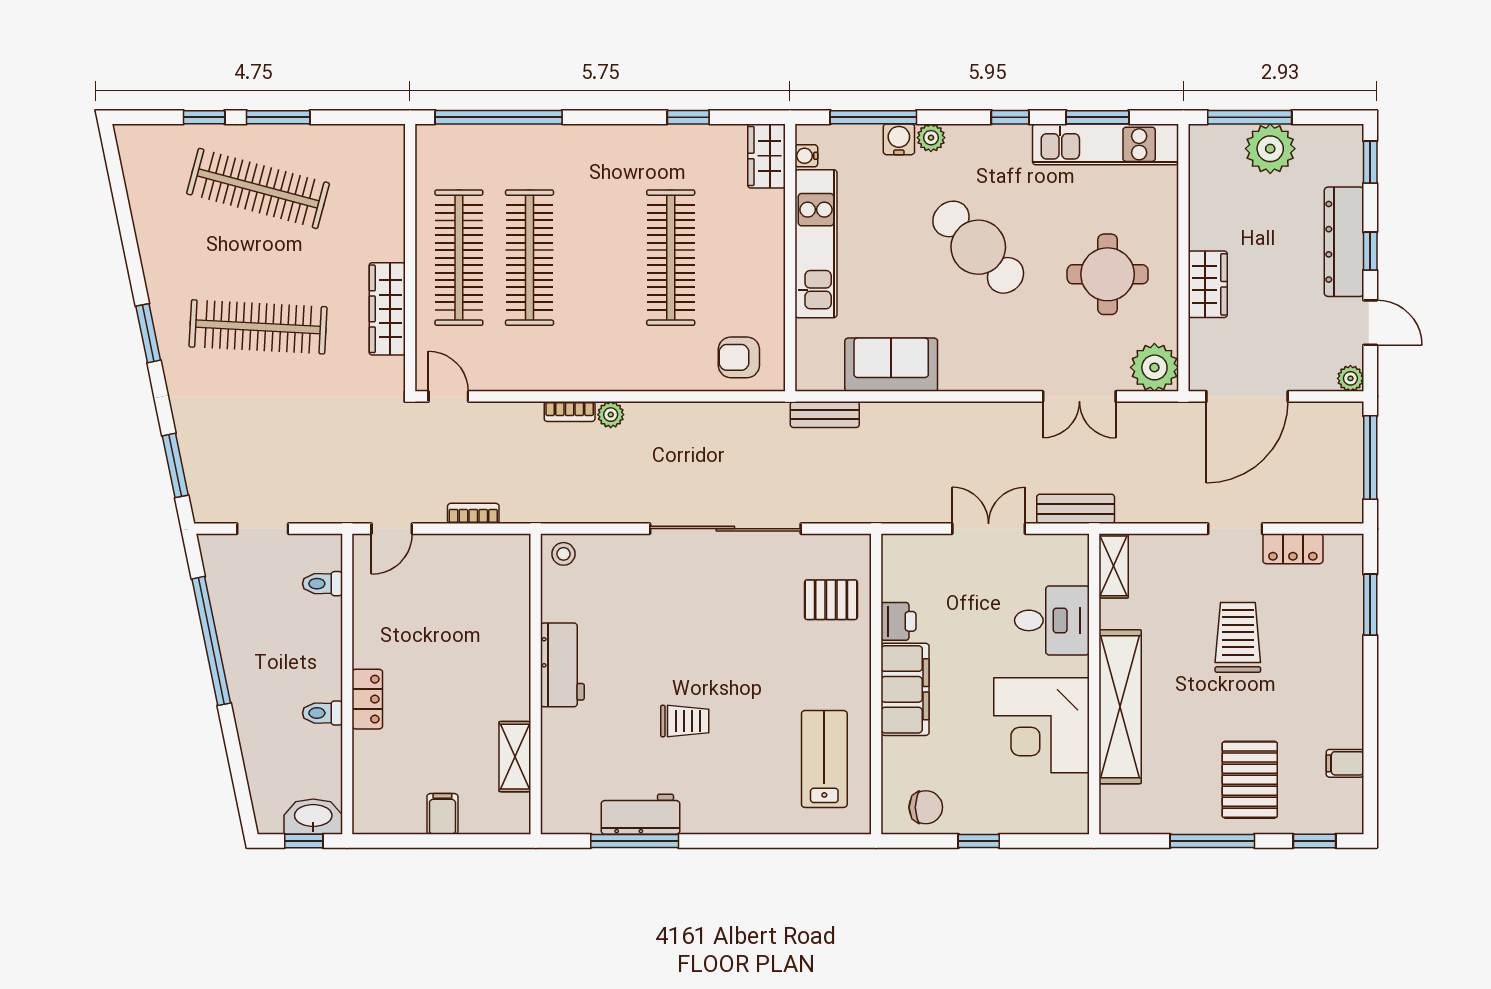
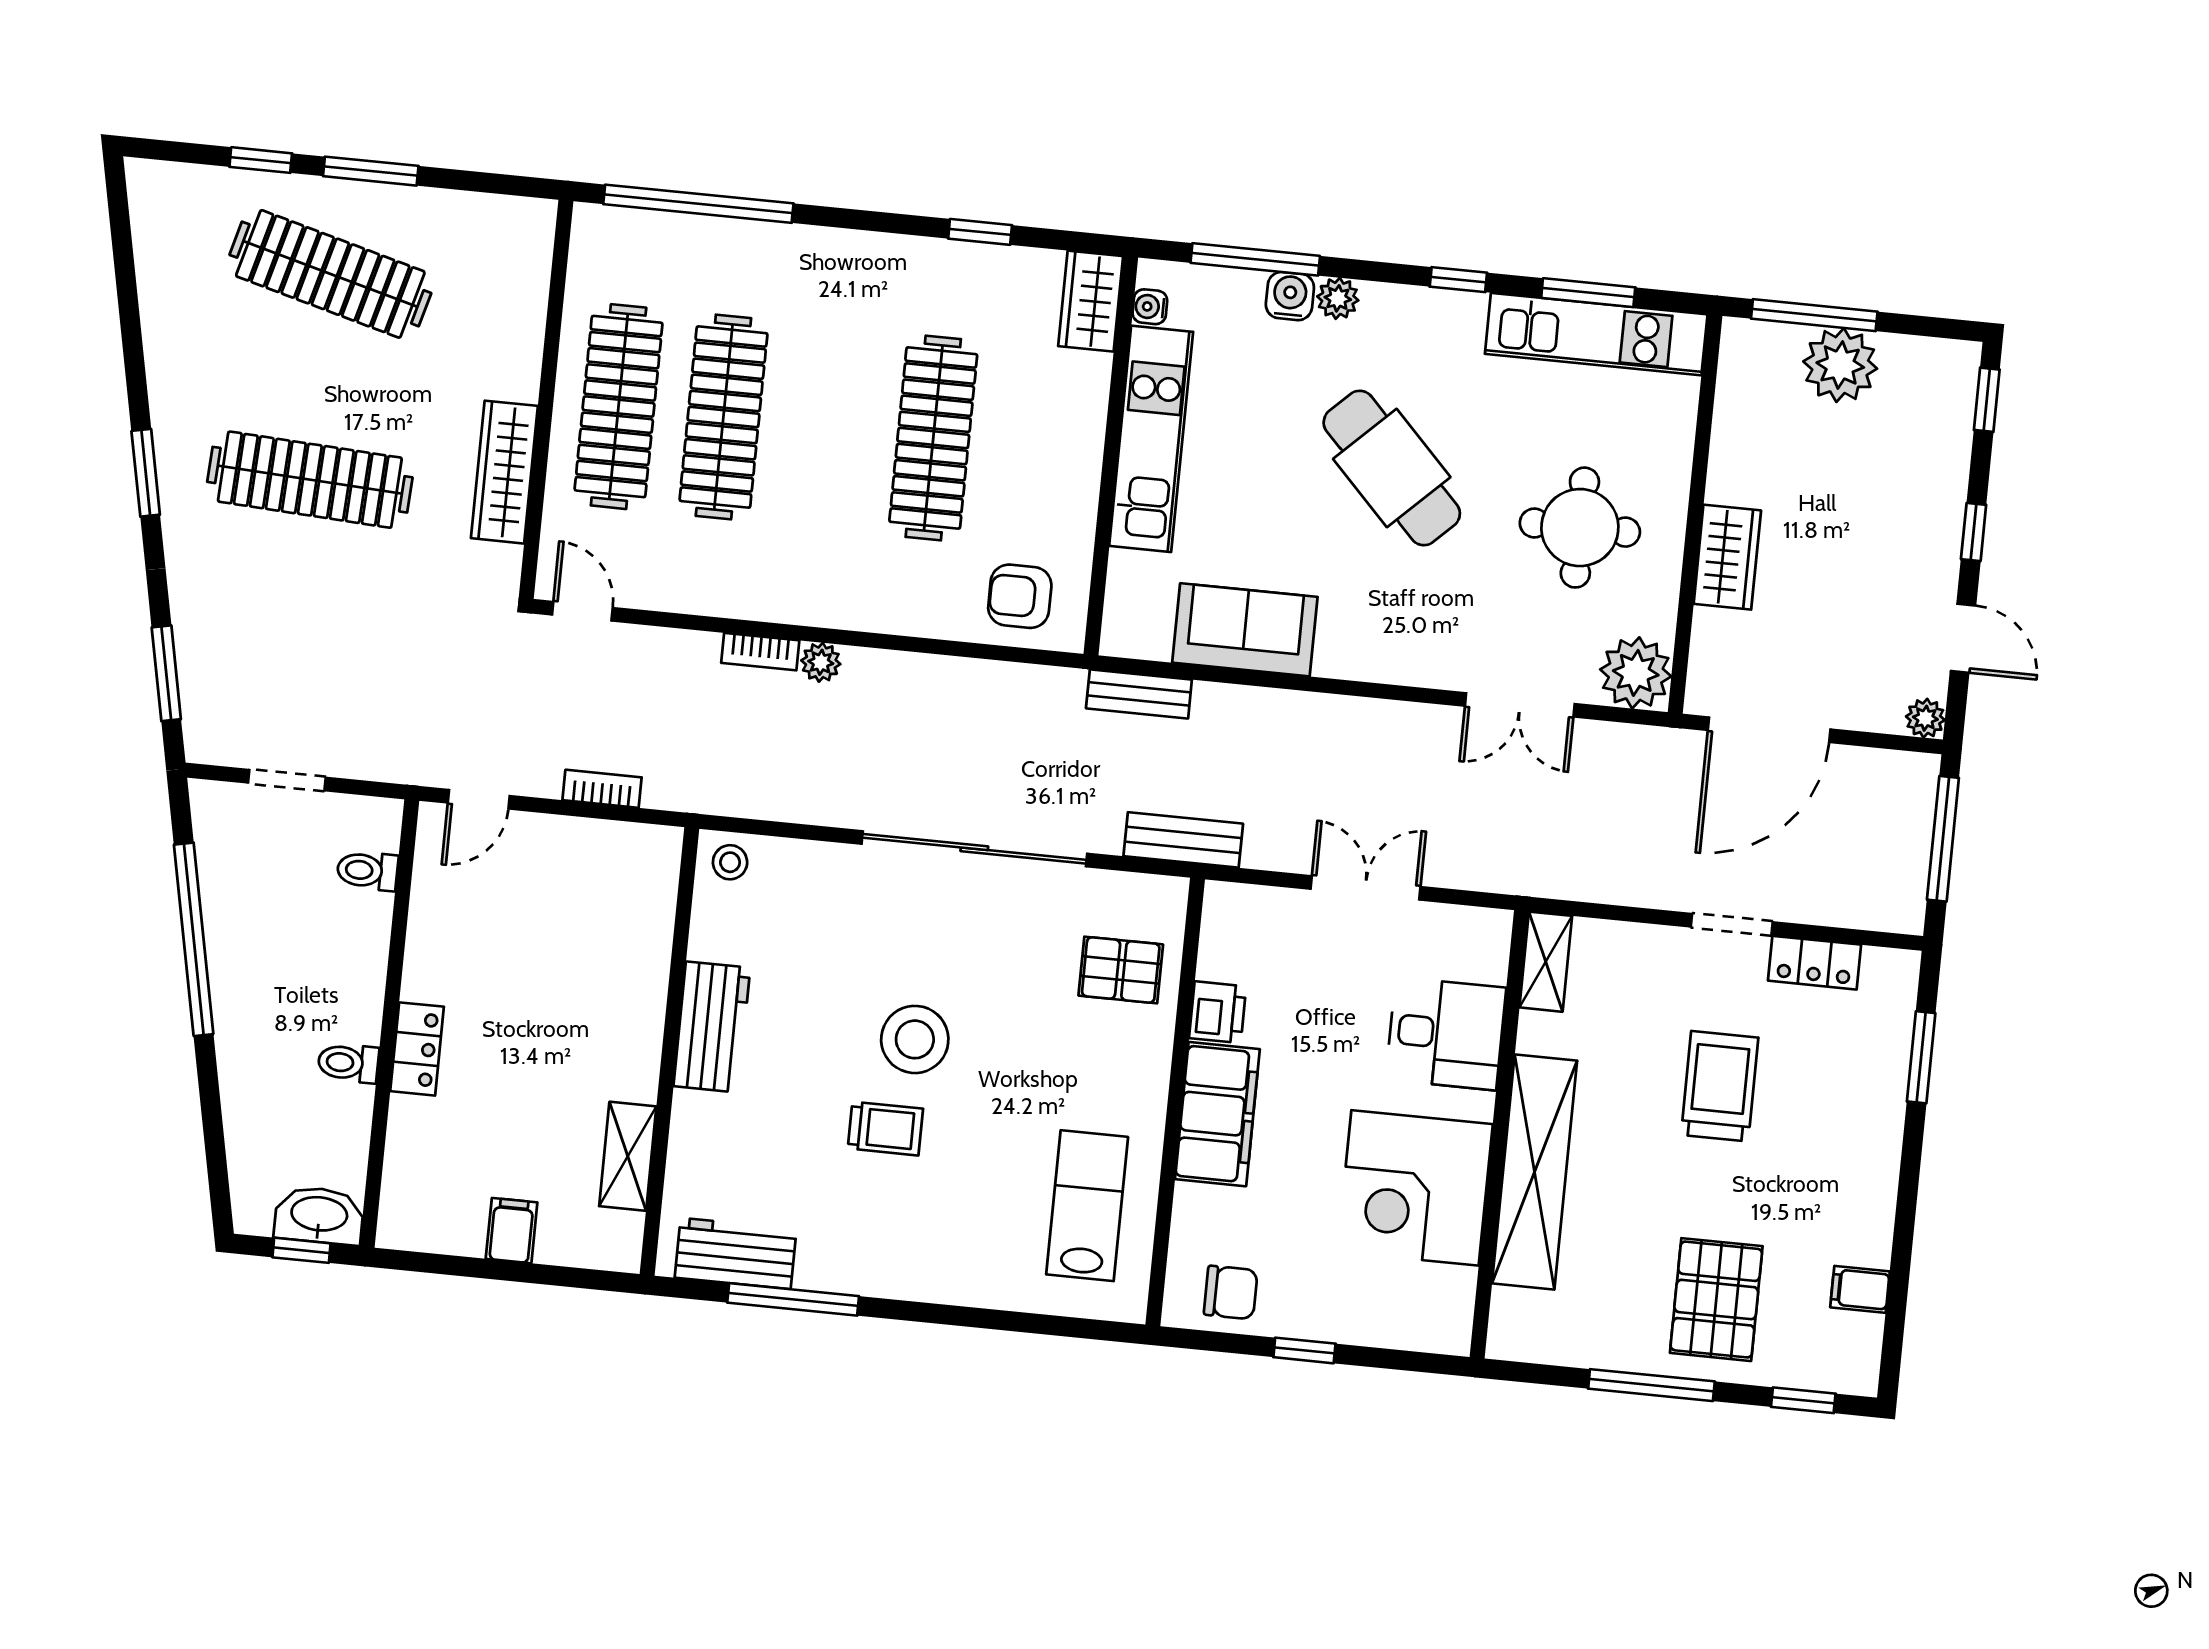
dresser: (1344, 242) -> (1936, 514), removed
bench: (1076, 509) -> (1183, 840), moved
stool: (698, 660) -> (915, 1039), added
workbench: (641, 814) -> (736, 1253), moved

